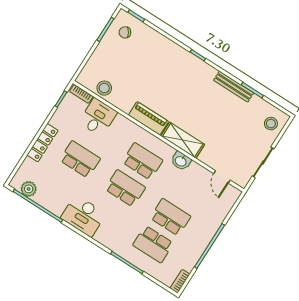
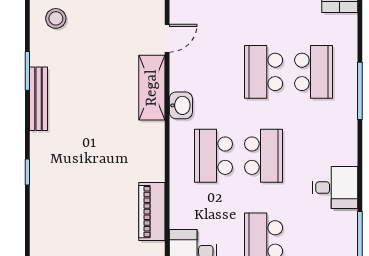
piano: (148, 118) -> (152, 212), moved
shelving: (183, 140) -> (152, 88), moved
school desk: (125, 188) -> (264, 156), turned 180
desk: (83, 216) -> (335, 188), width x0.73

